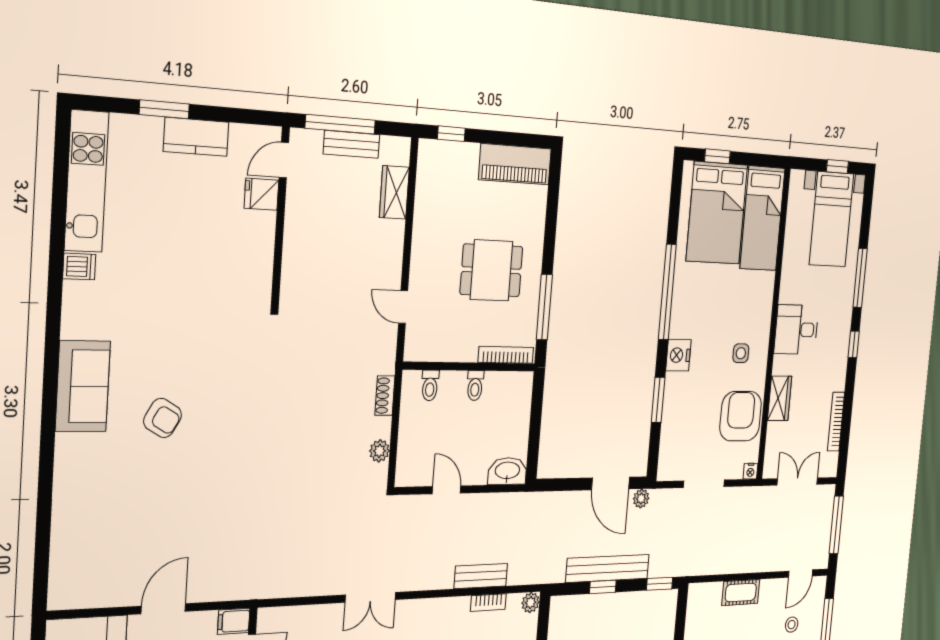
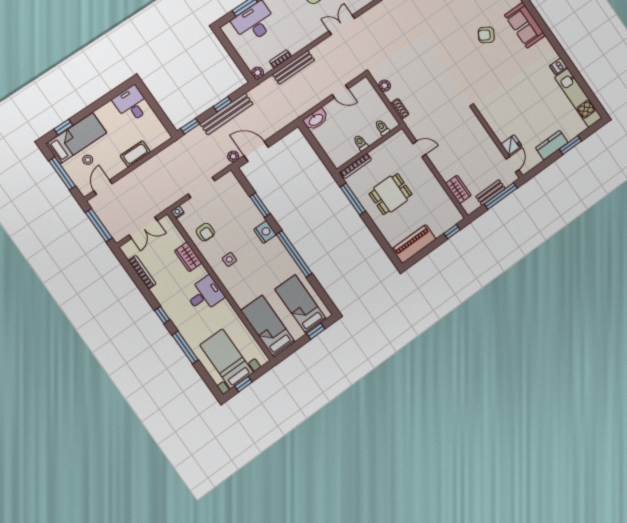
bed: (717, 213) -> (301, 304), width x0.67
armchair: (741, 416) -> (205, 232), width x0.53, depth x0.53
bench: (481, 576) -> (294, 67), width x1.36

